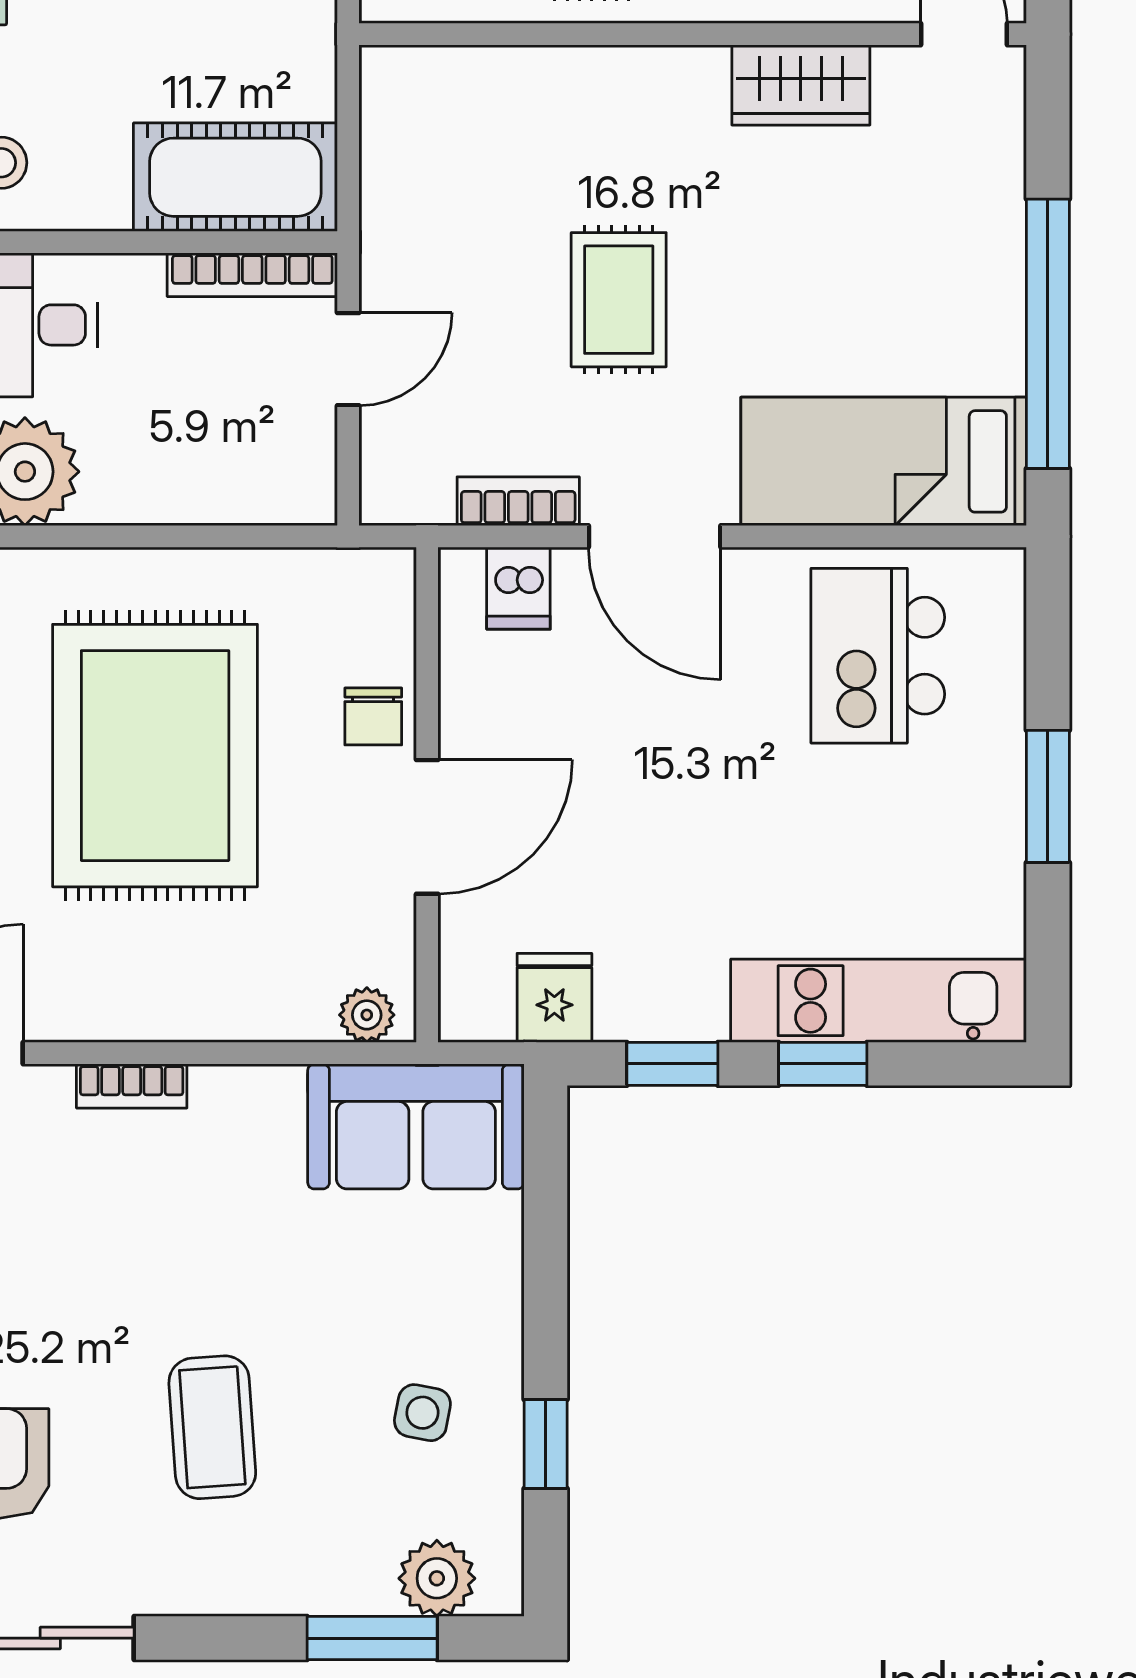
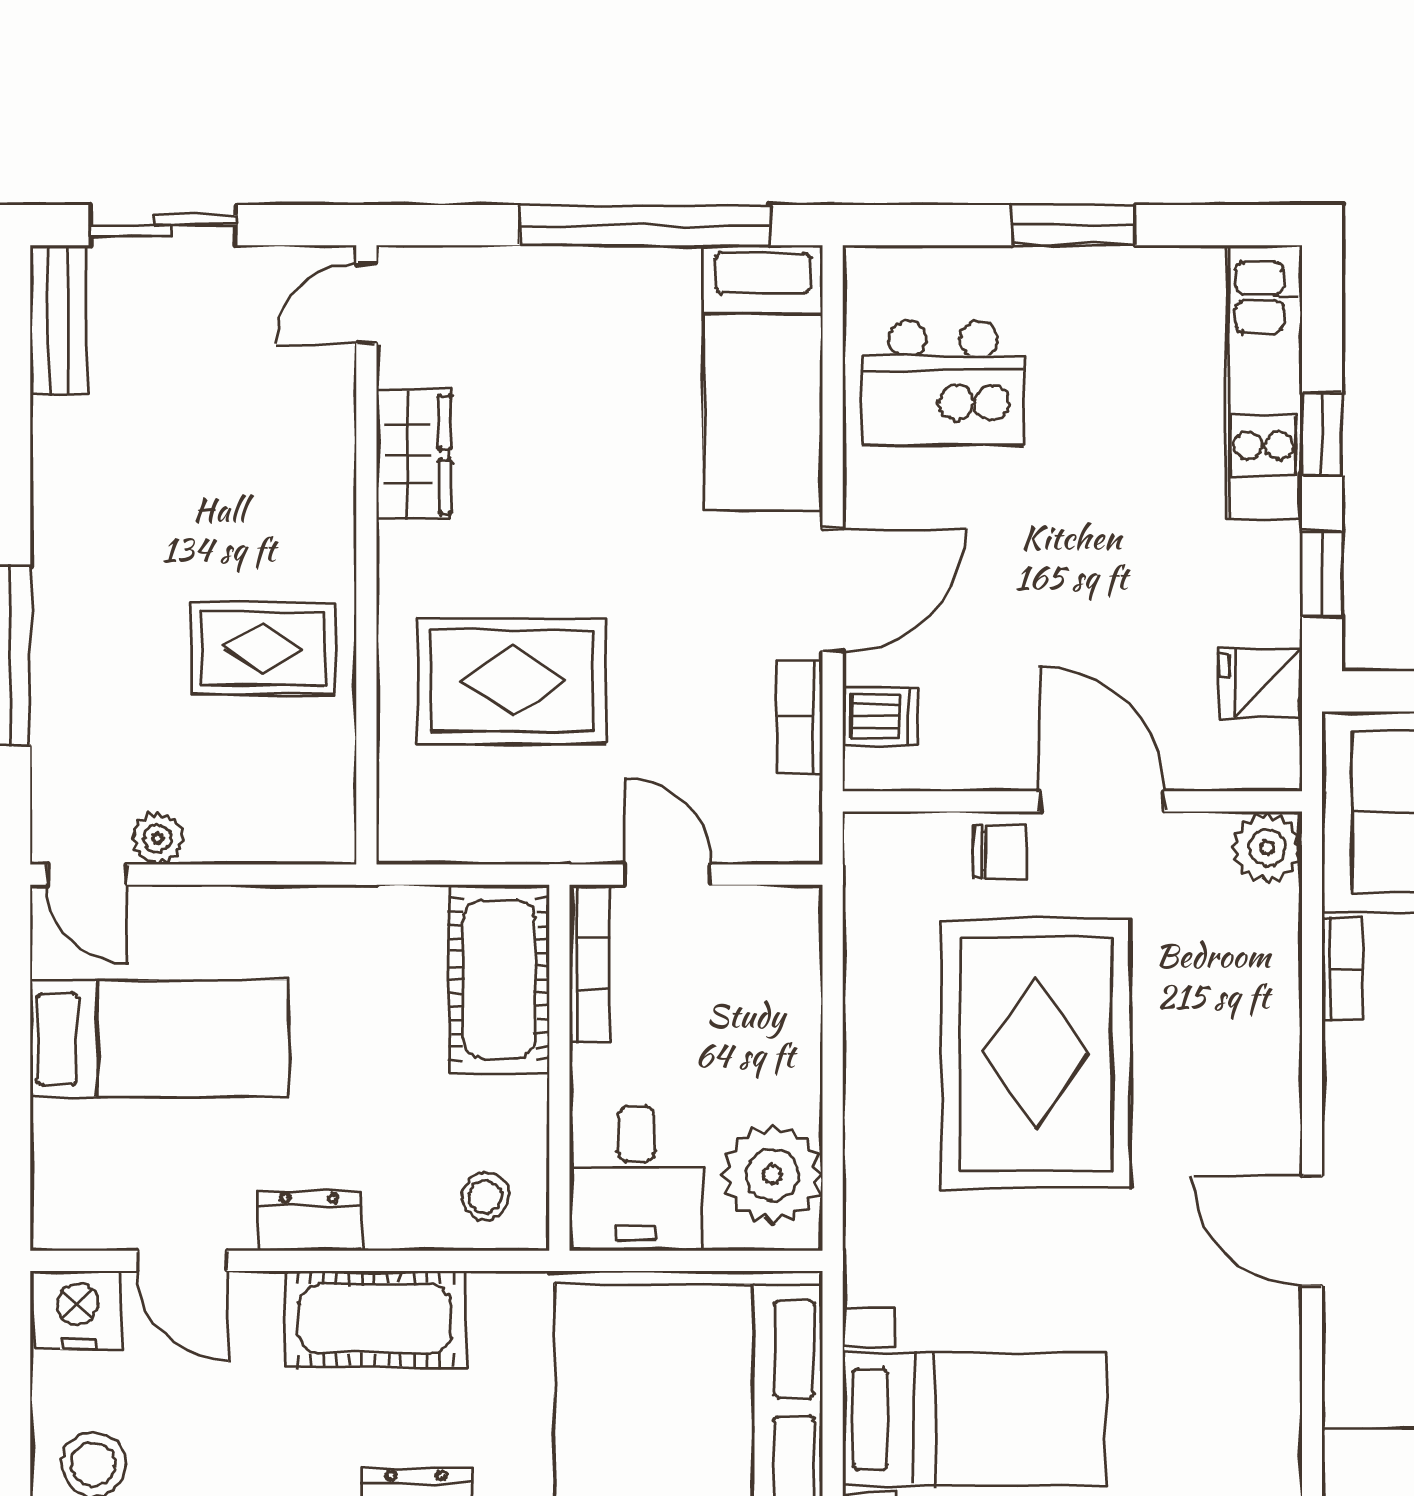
rug: (619, 300) -> (513, 681), moved, width x1.36, depth x1.43
rug: (155, 756) -> (1036, 1054), turned 90
plant: (367, 1015) -> (1267, 848), width x1.38, depth x1.38
bookcase: (132, 1086) -> (1342, 969), moved

